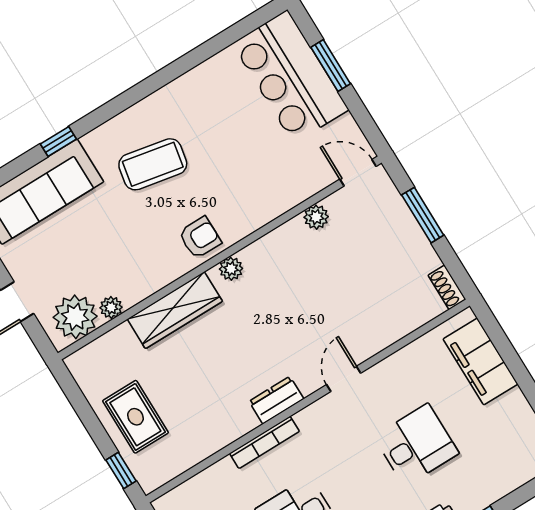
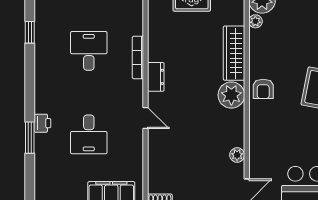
plant: (231, 269) -> (231, 95), width x1.87, depth x1.87

